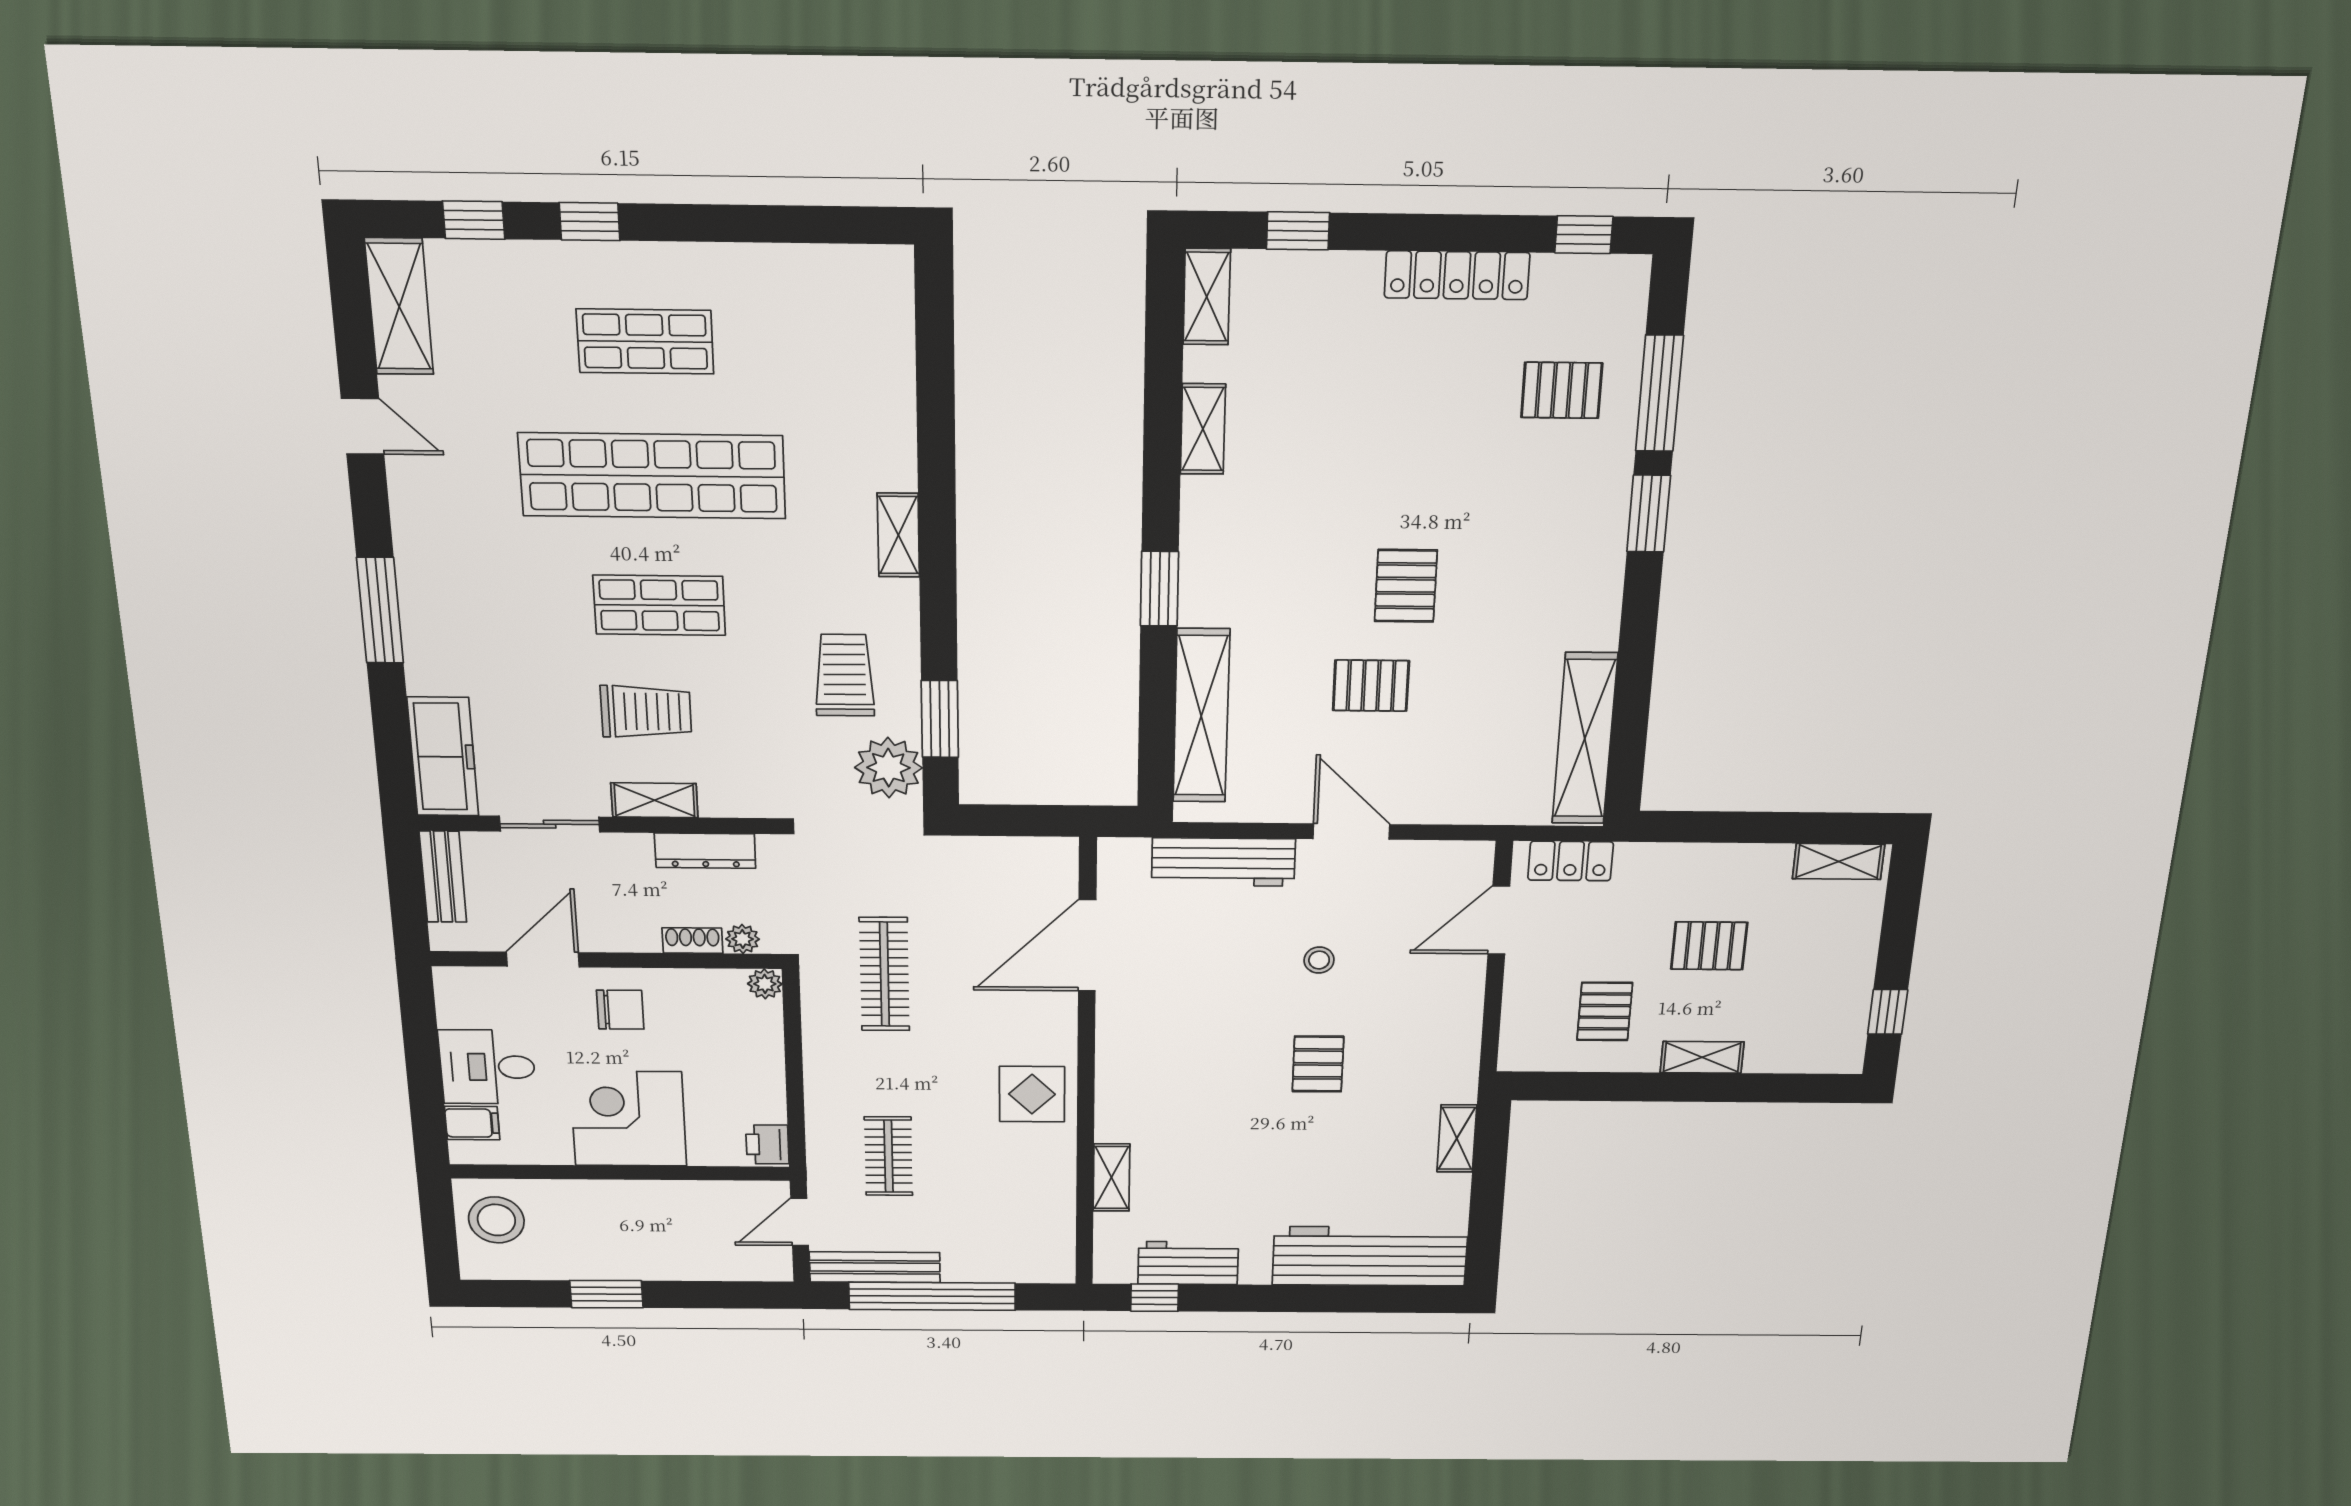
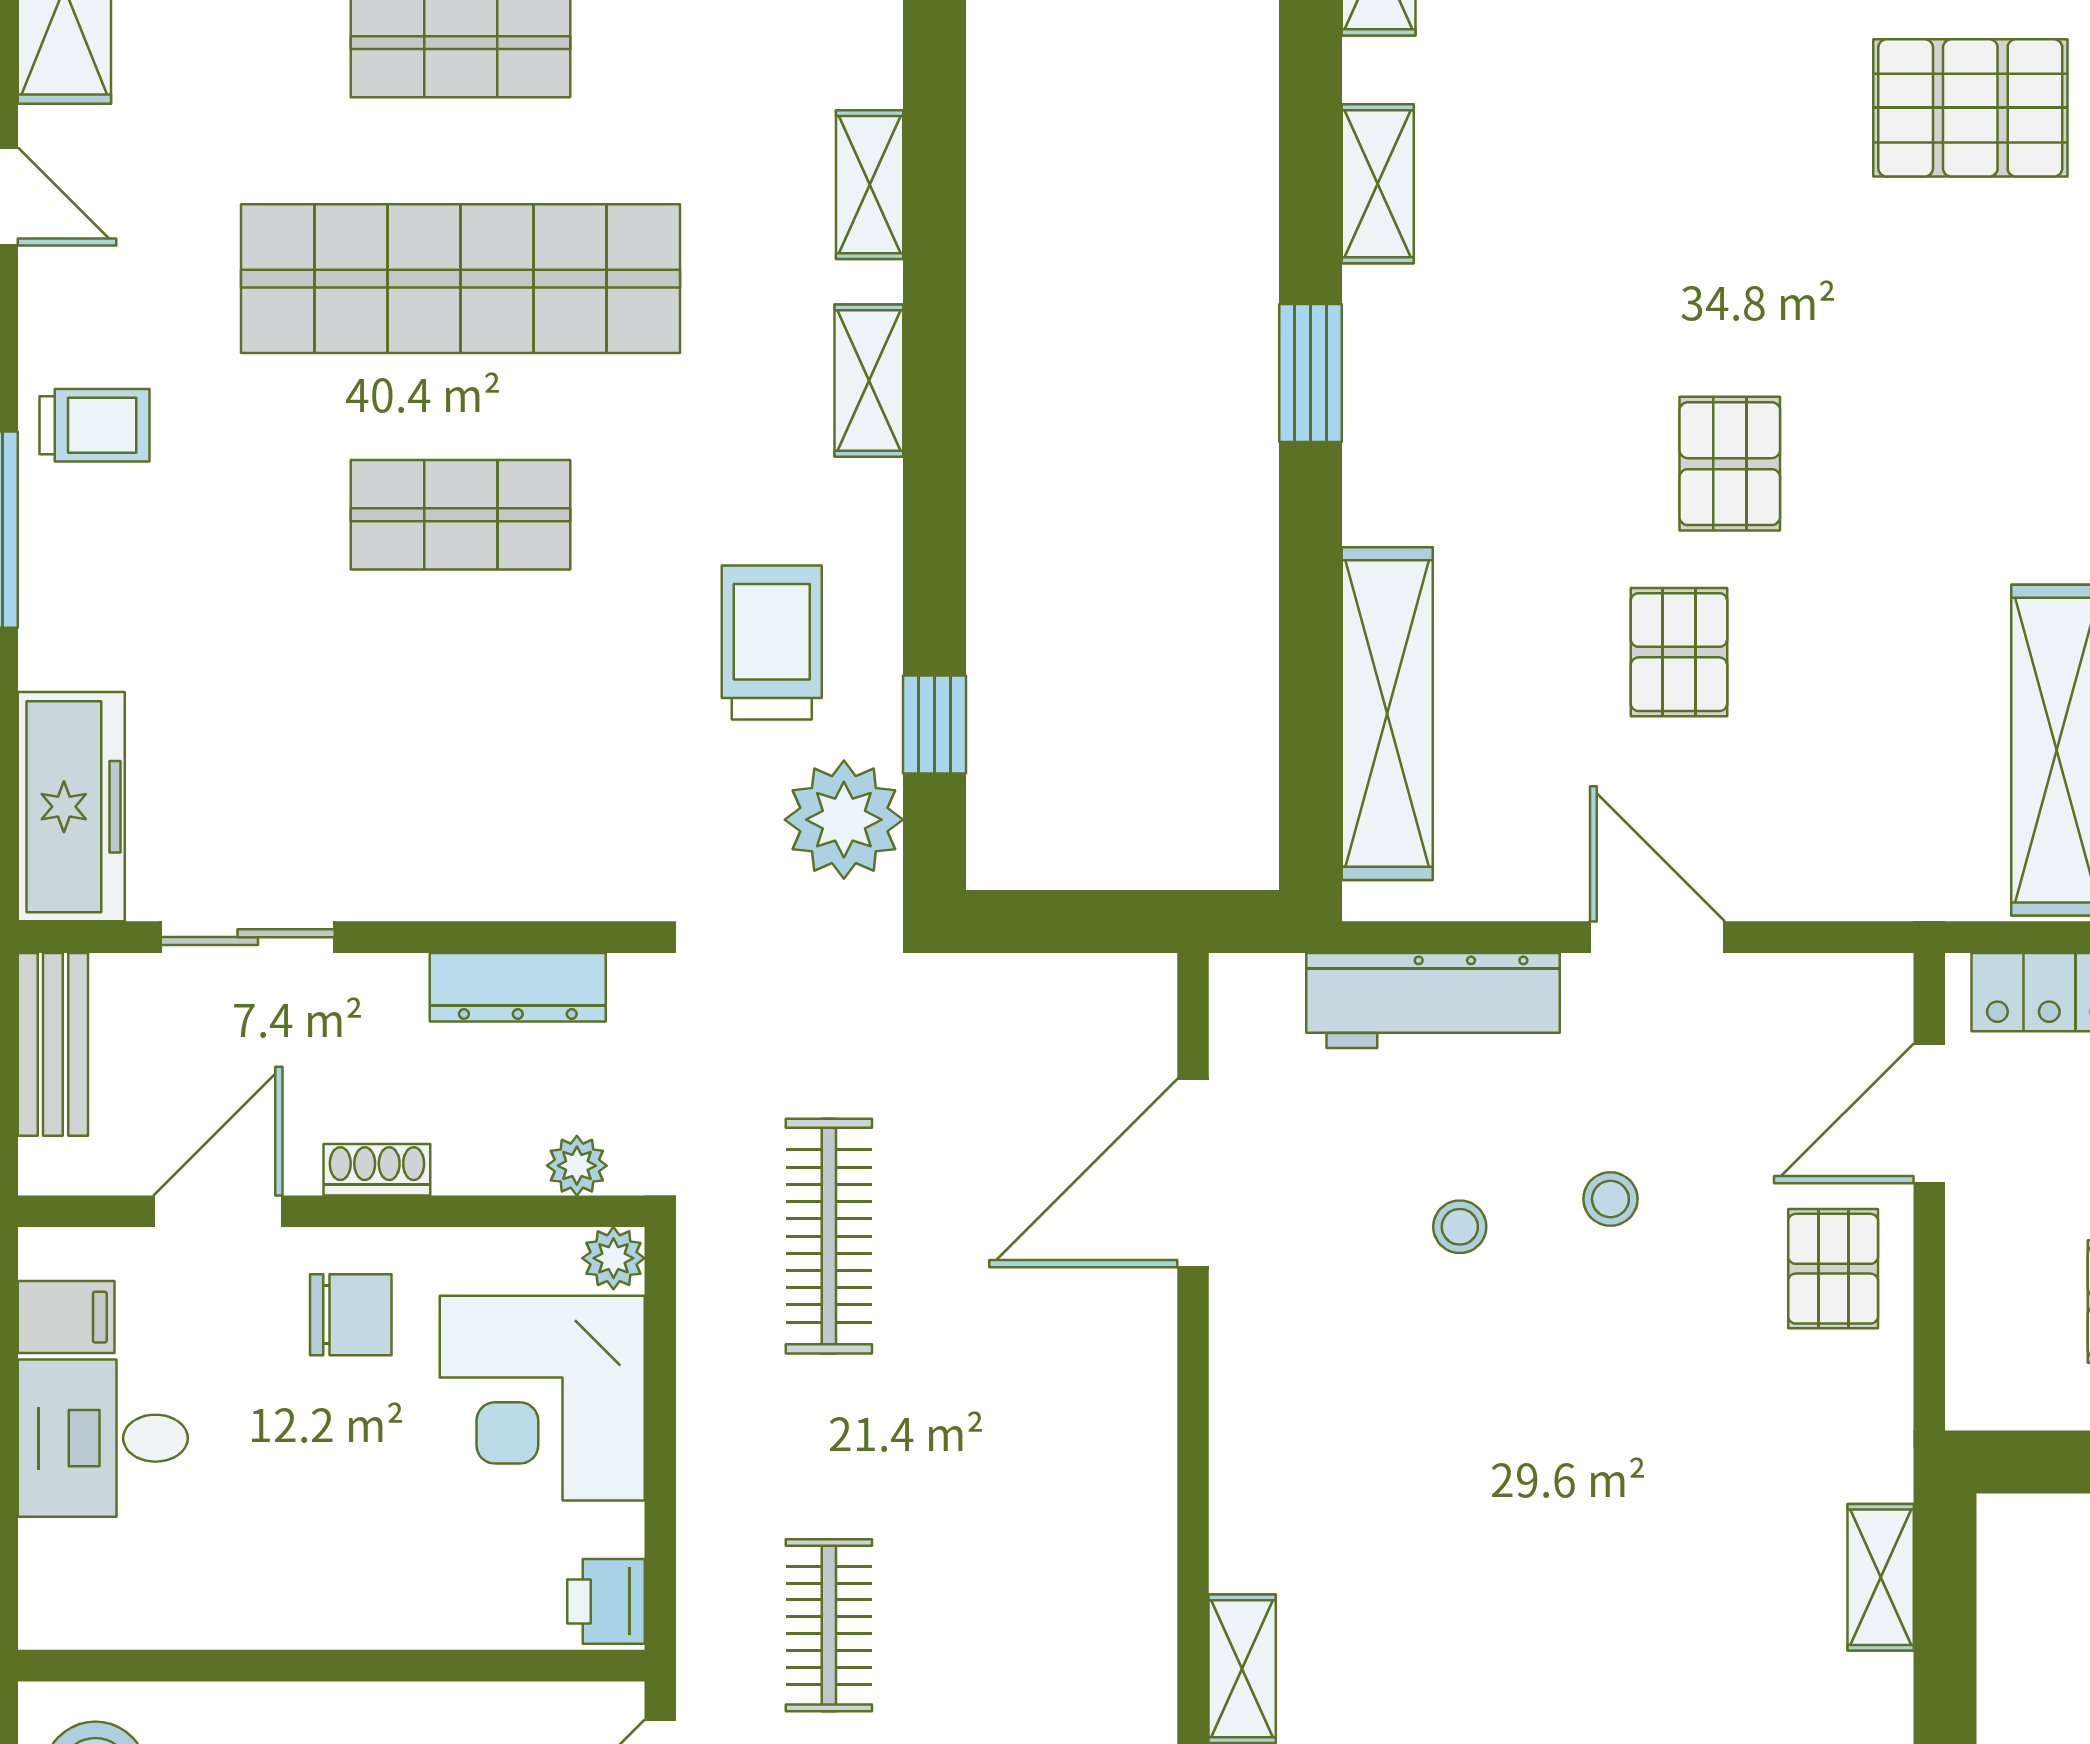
pallet: (1562, 390) -> (1970, 108), width x1.50, depth x1.42
window: (1159, 589) -> (1310, 373), moved
pallet: (1371, 686) -> (1679, 652), turned 90
trolley: (646, 712) -> (95, 425), moved, width x0.73, depth x0.72
window: (940, 719) -> (934, 724), width x0.67
shelving: (654, 800) -> (870, 185), moved, turned 90
shoe rack: (692, 941) -> (377, 1170), moved
stool: (1235, 973) -> (1460, 1227), added
pallet: (1318, 1064) -> (1833, 1269), moved
display table: (1032, 1094) -> (1094, 1488), removed
corner desk: (628, 1119) -> (542, 1398), moved, turned -90
filing cabinet: (472, 1123) -> (66, 1317), moved

